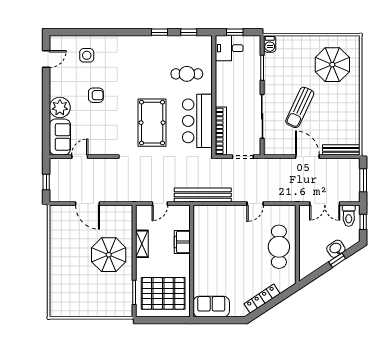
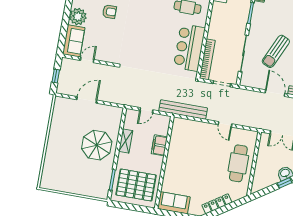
pool table: (152, 123) -> (152, 42), removed
door: (87, 204) -> (87, 100), swing flipped
door: (255, 204) -> (225, 124), hinge flipped

